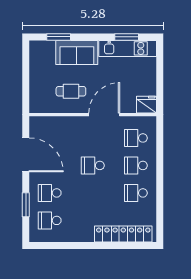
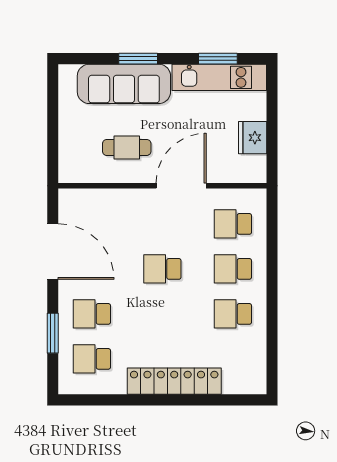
window: (59, 37) -> (138, 59), moved
sofa: (77, 52) -> (124, 84), width x1.36
fridge: (147, 105) -> (253, 138), moved, turned -90
locker: (123, 234) -> (174, 381), moved

